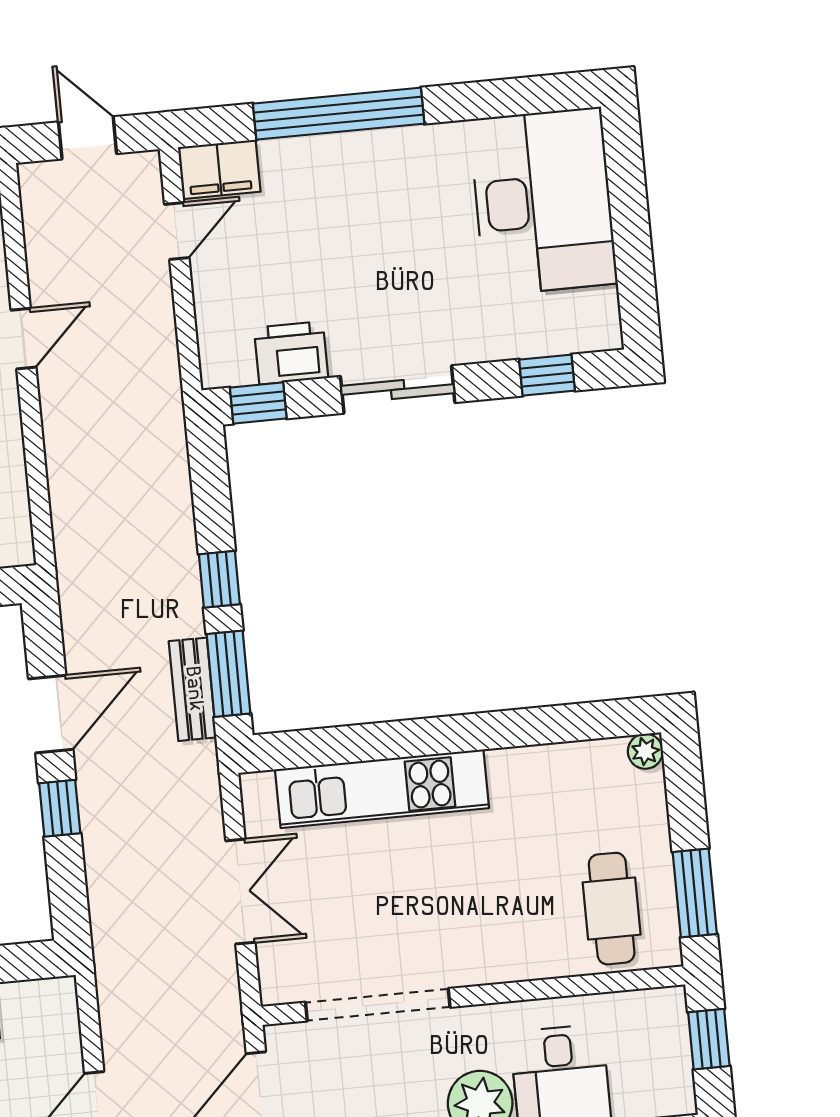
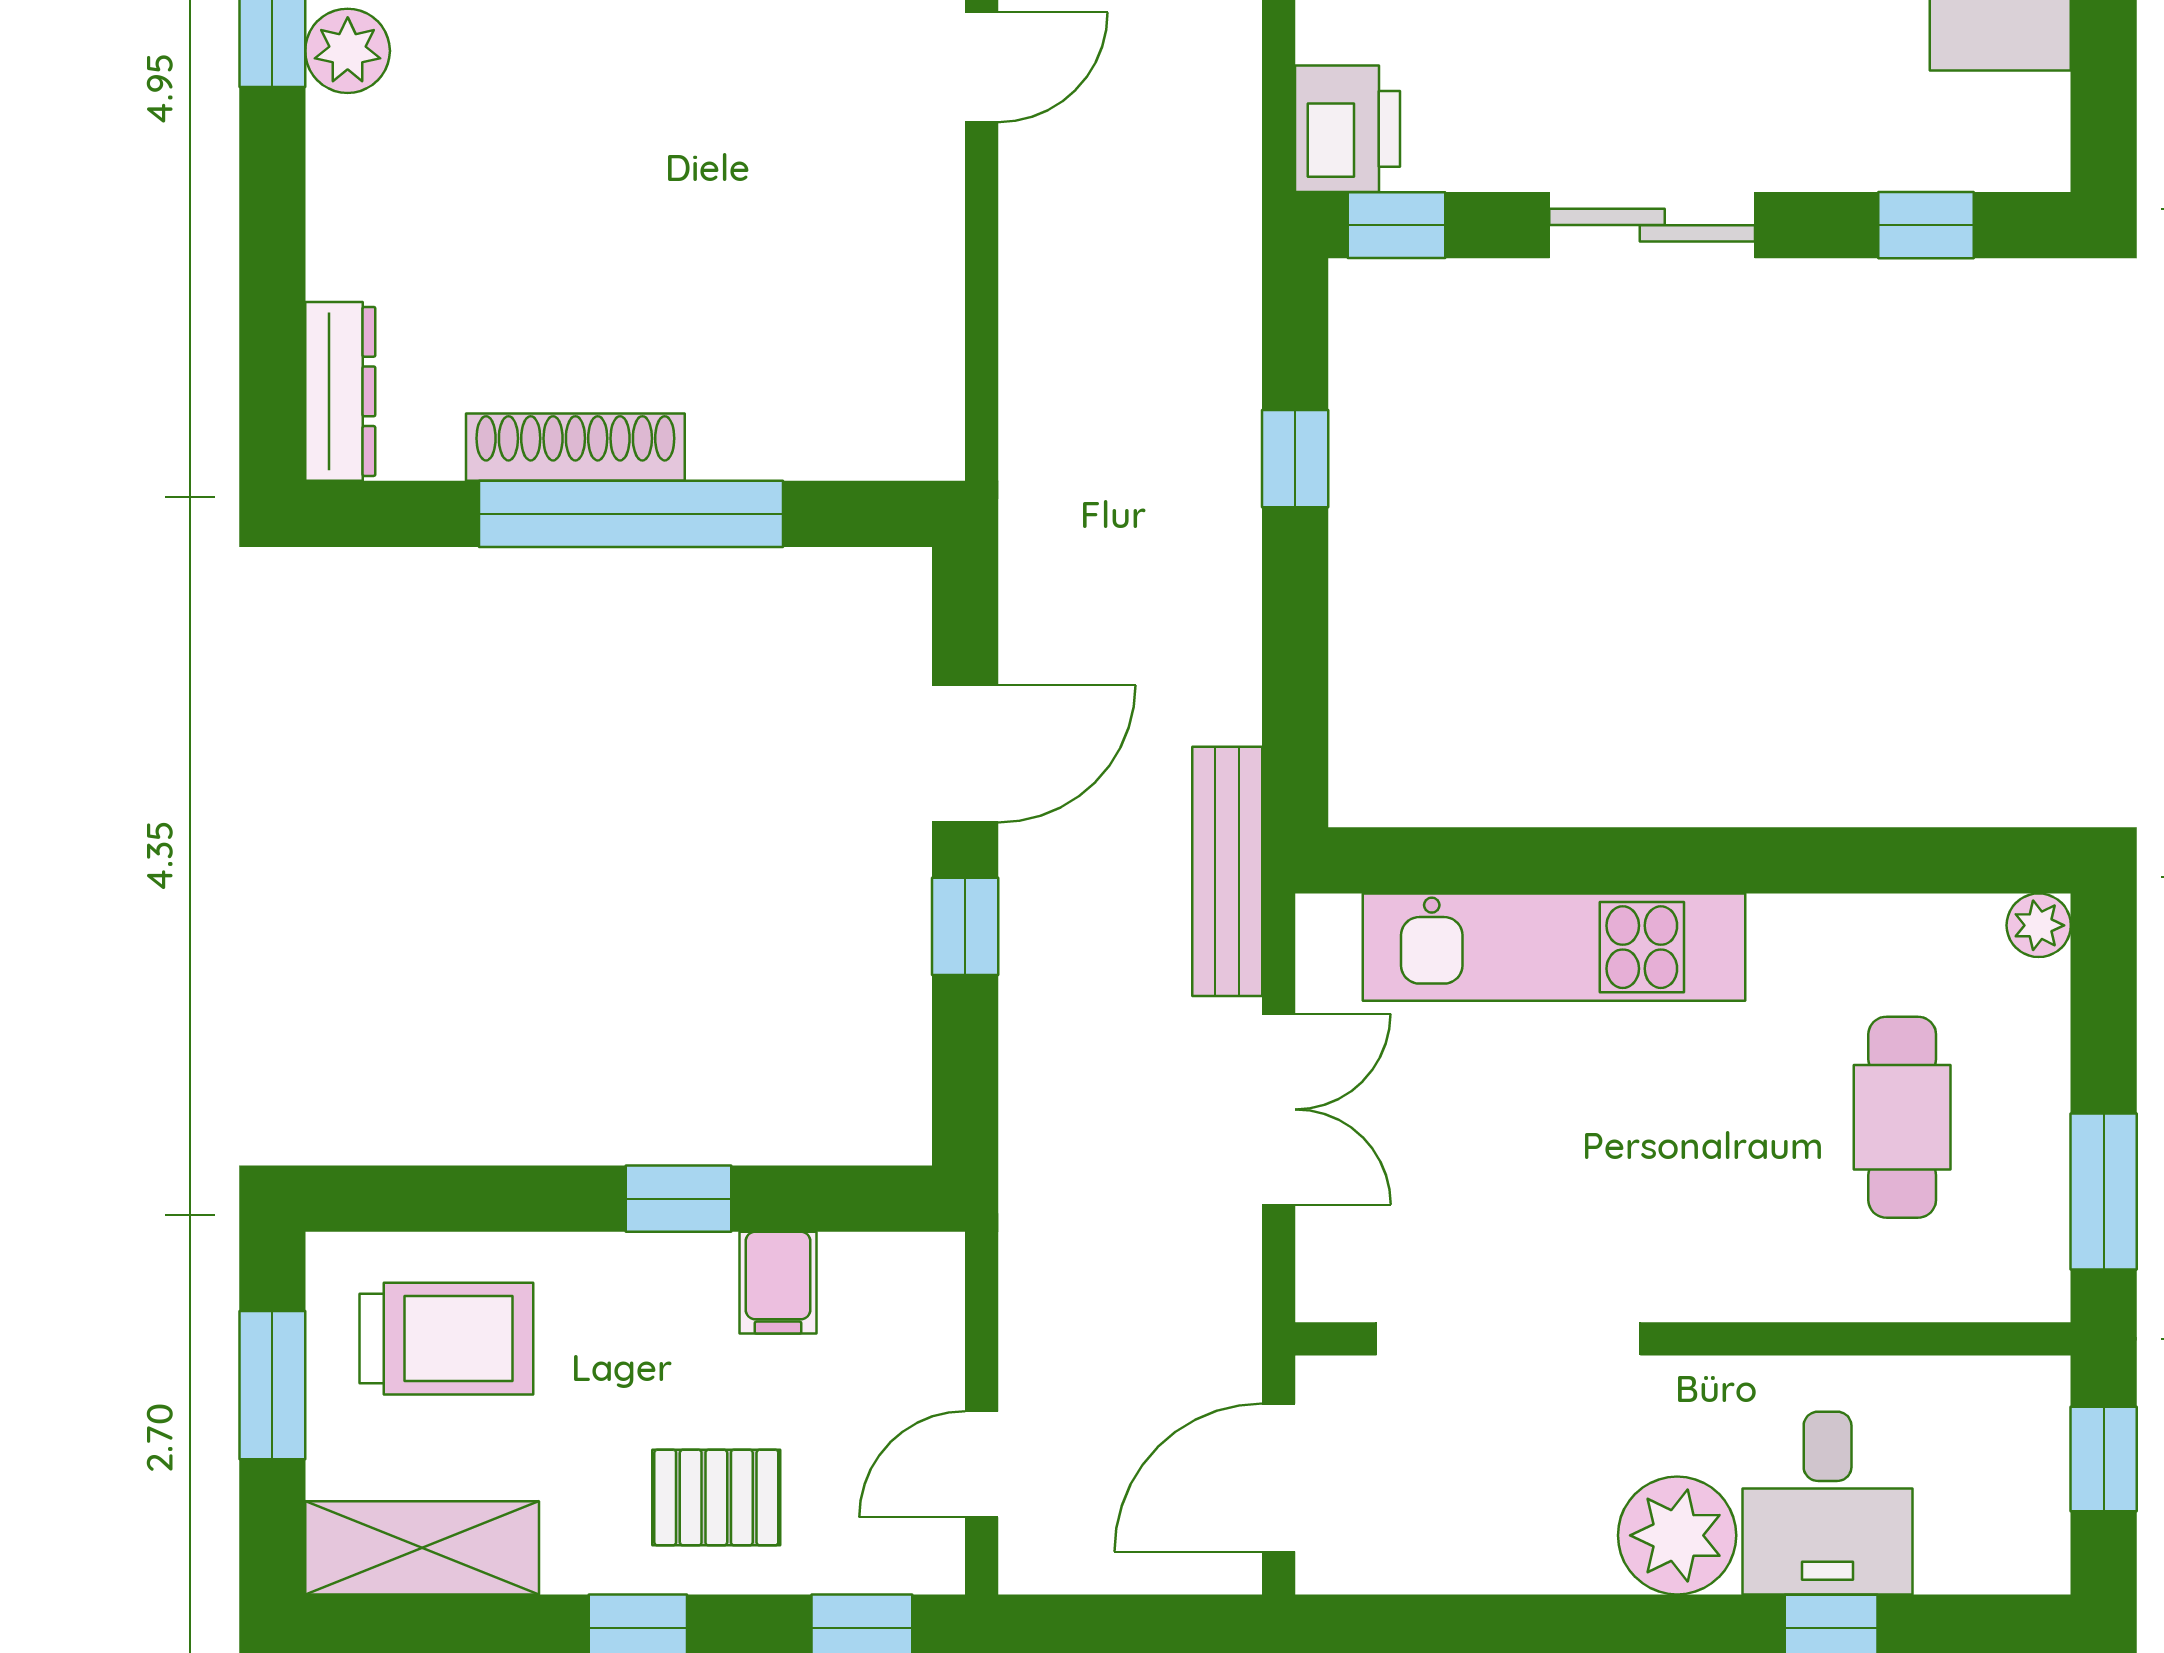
printer: (291, 353) -> (1348, 129), moved, turned 90
window: (219, 579) -> (1295, 459), moved
window: (228, 674) -> (1295, 712), removed
bench: (193, 689) -> (1227, 871), moved, width x1.36
cafe table: (612, 909) -> (1902, 1117), moved

